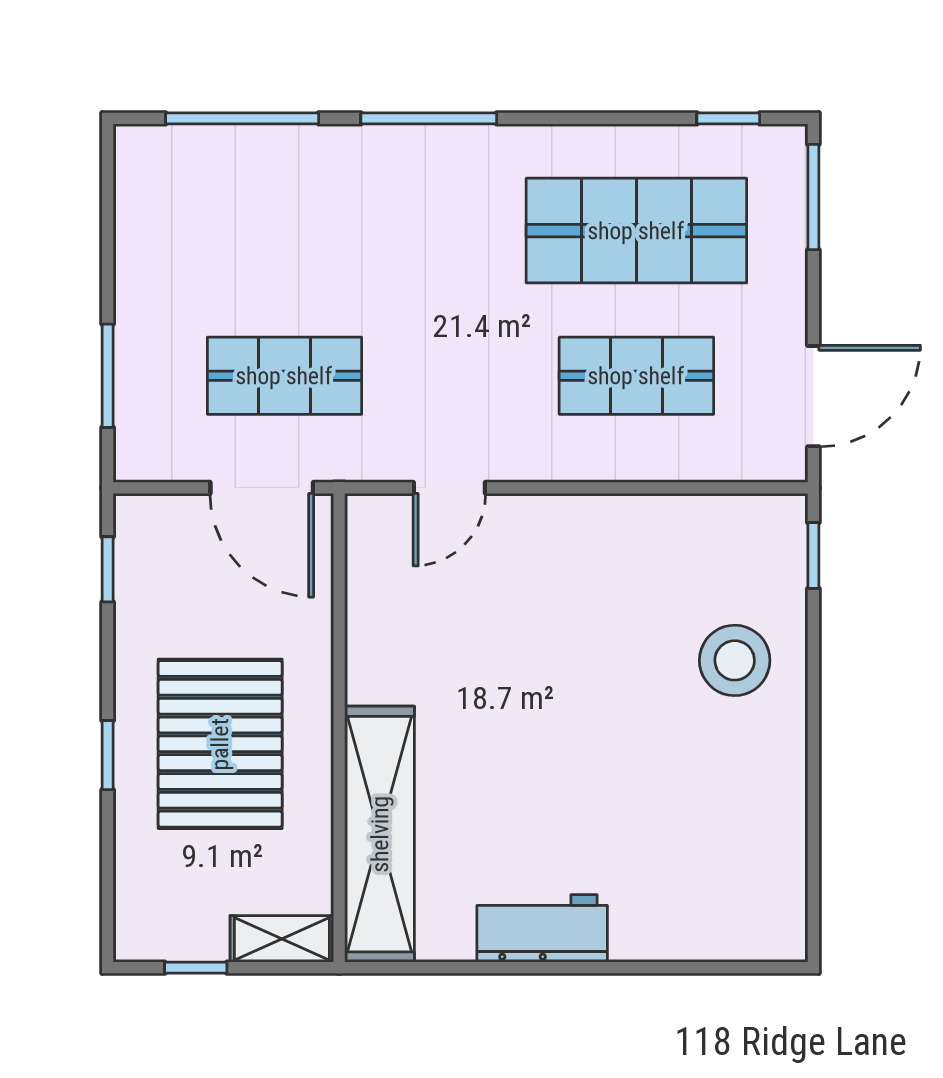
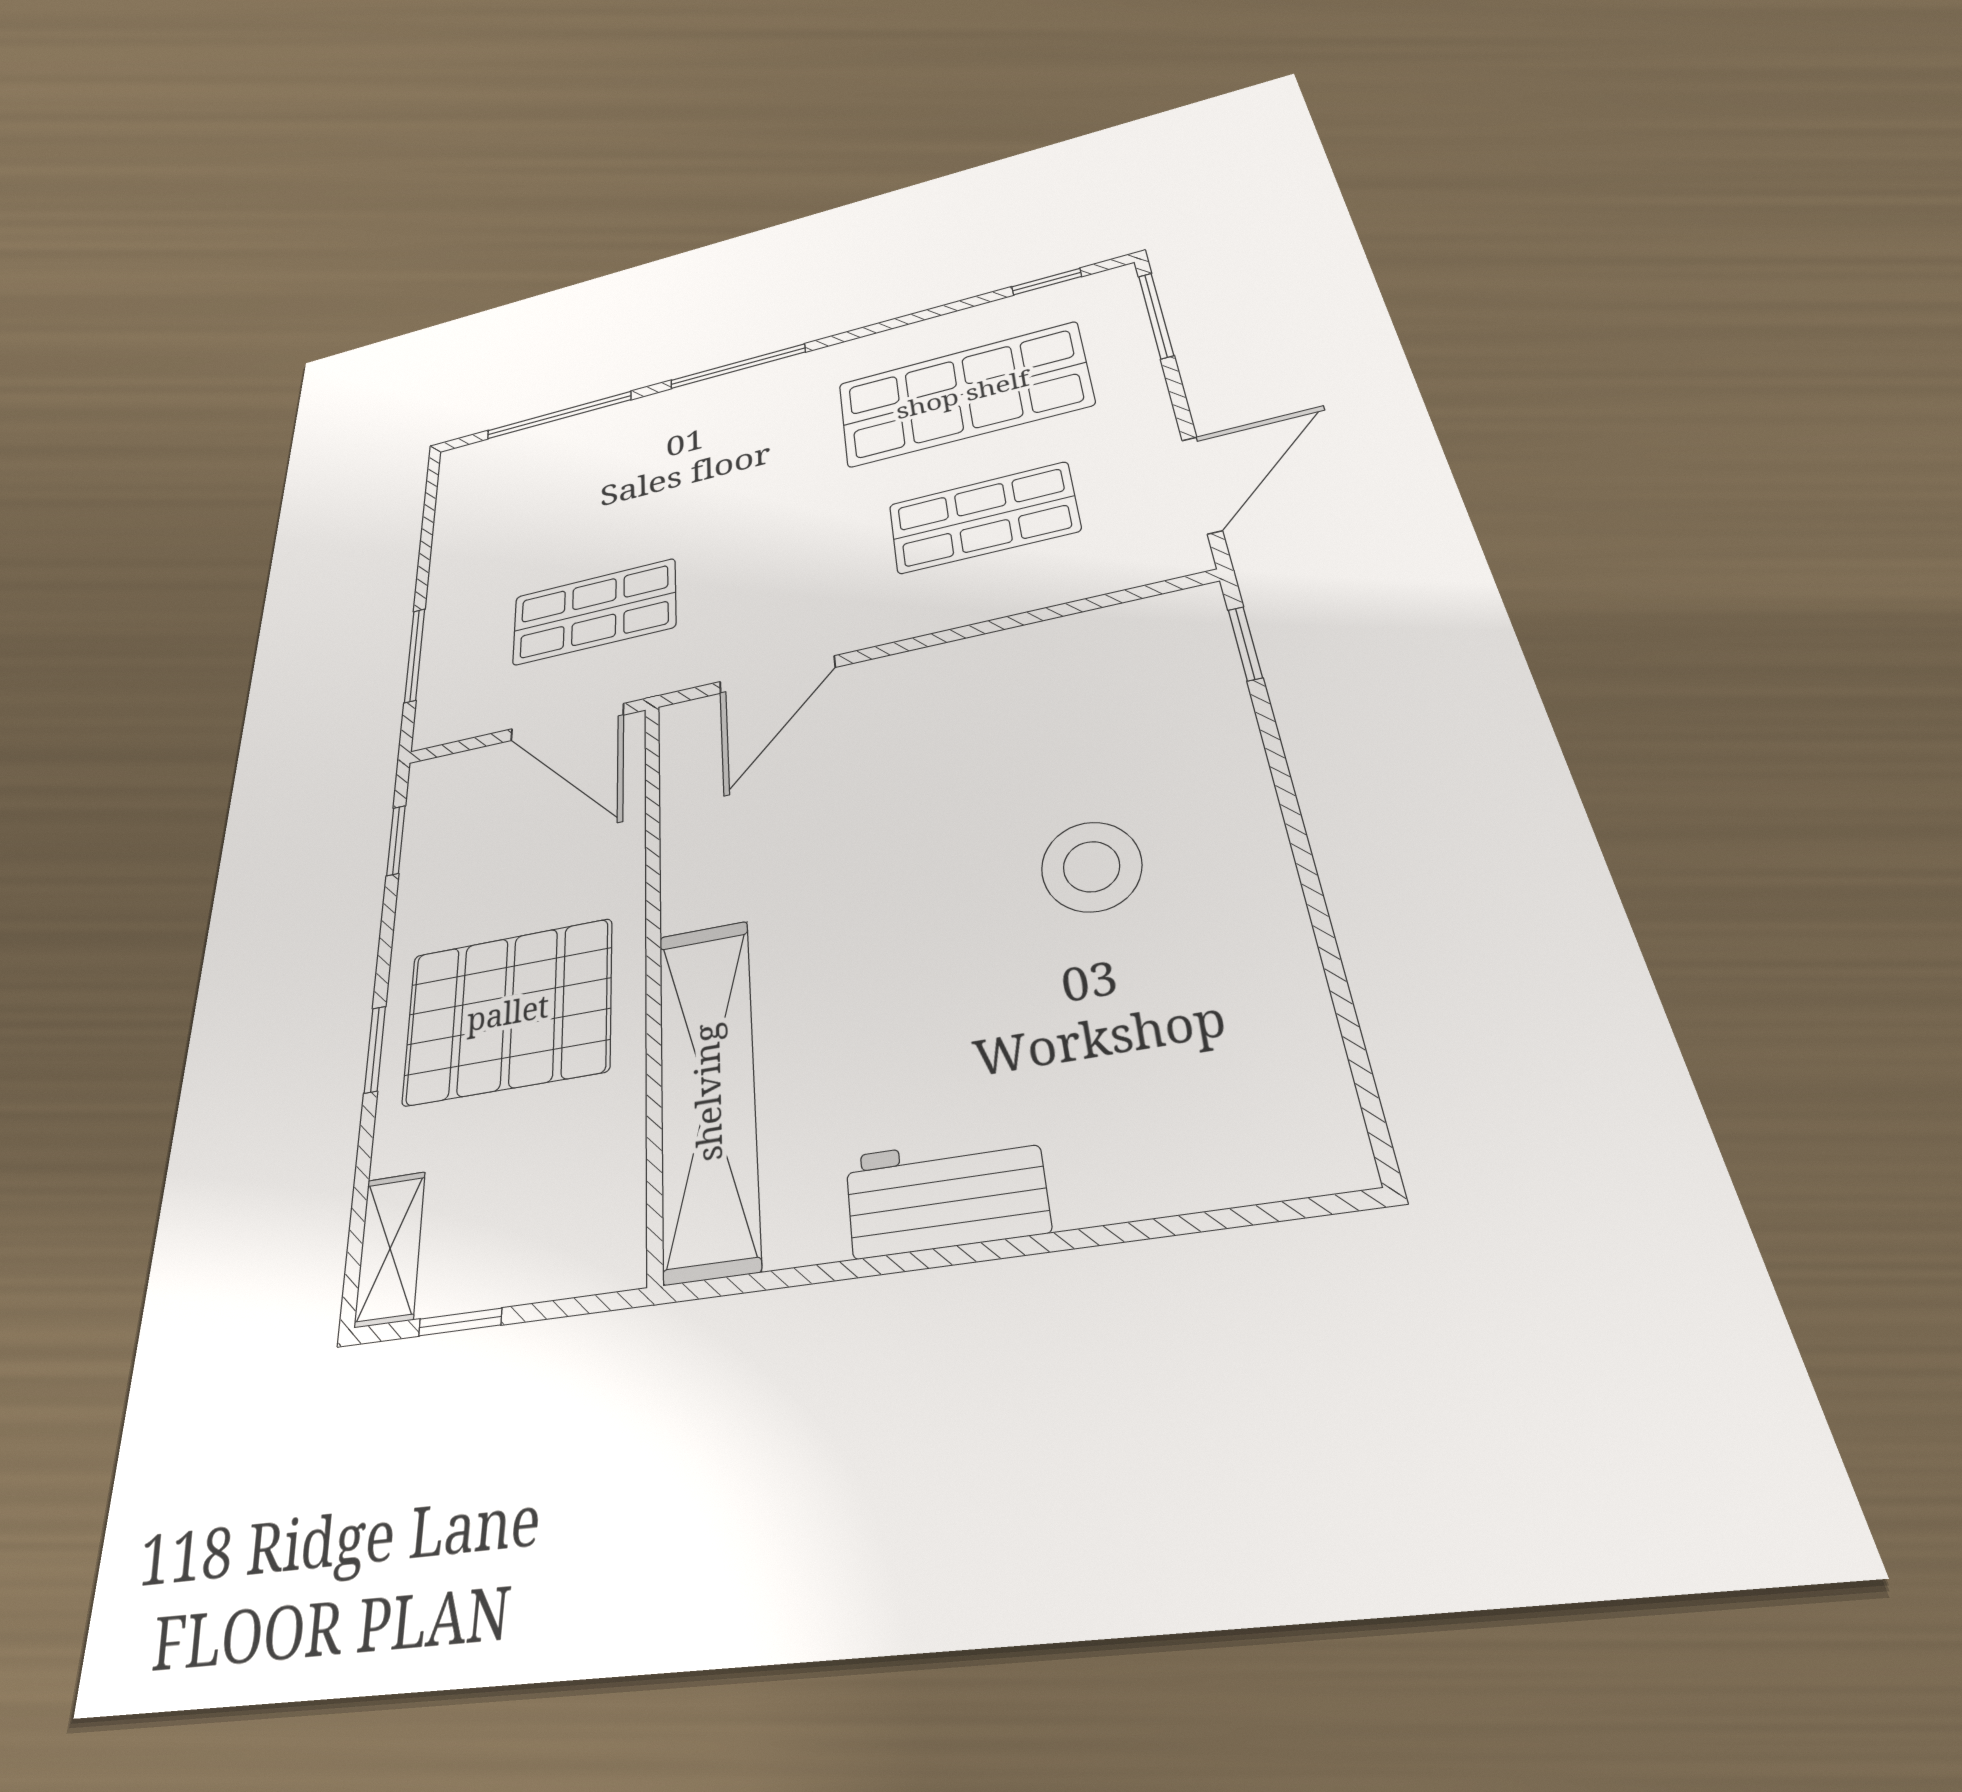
door: (449, 488) -> (777, 675), width x1.38
stool: (735, 660) -> (1091, 867), moved
pallet: (220, 744) -> (508, 1012), turned 90
shelving: (282, 939) -> (390, 1248), moved, turned 90

